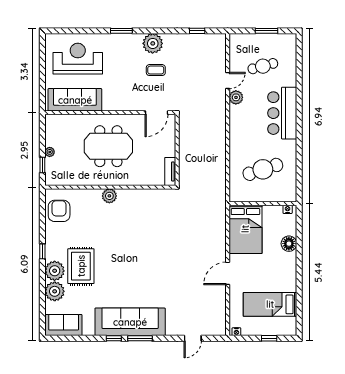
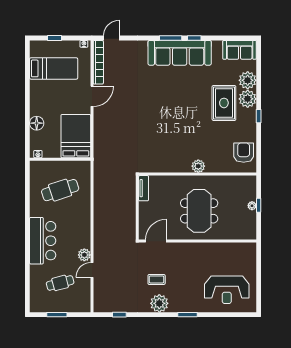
sofa: (75, 100) -> (229, 253), removed
meeting table: (108, 146) -> (199, 211), turned 90
window: (42, 165) -> (259, 205), moved
armchair: (59, 211) -> (244, 153), turned 180
bookcase: (220, 311) -> (98, 62), added
door: (193, 338) -> (111, 38), moved

